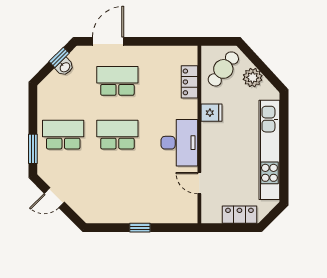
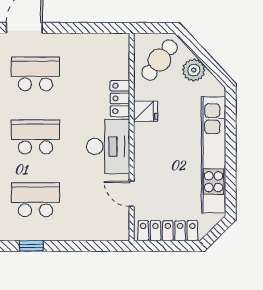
locker: (189, 82) -> (120, 98), moved
school desk: (117, 188) -> (35, 200), added
locker: (239, 215) -> (168, 231), width x1.53
window: (140, 228) -> (31, 246), moved

